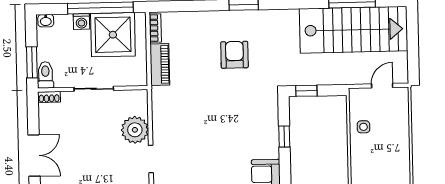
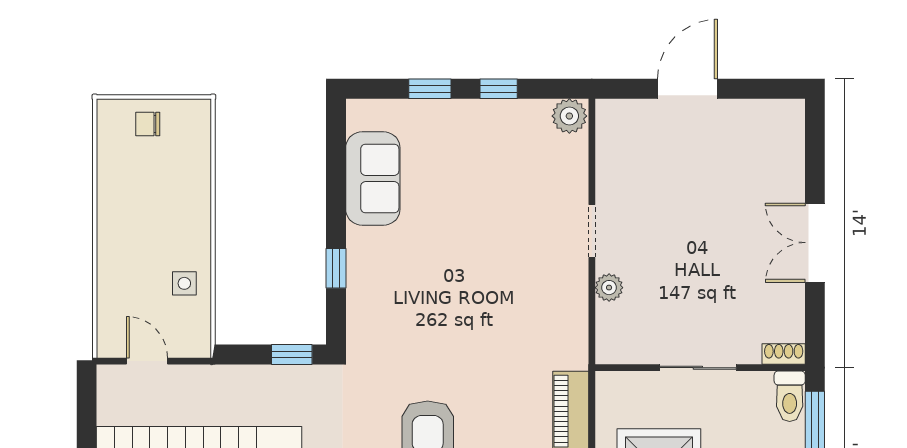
door: (382, 86) -> (147, 361), swing flipped
plant: (135, 130) -> (609, 288), width x0.53, depth x0.53

